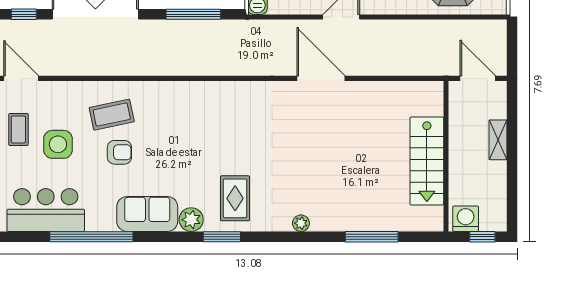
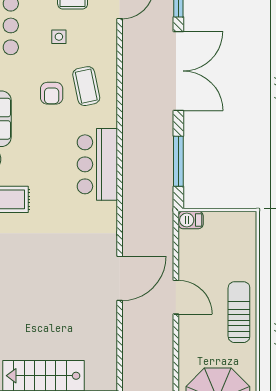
bar counter: (197, 103) -> (97, 164), added
side table: (58, 144) -> (59, 37), width x0.54, depth x0.54

